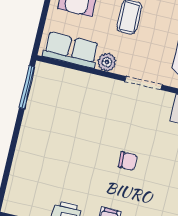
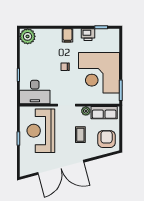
corner desk: (62, 133) -> (99, 73), added

